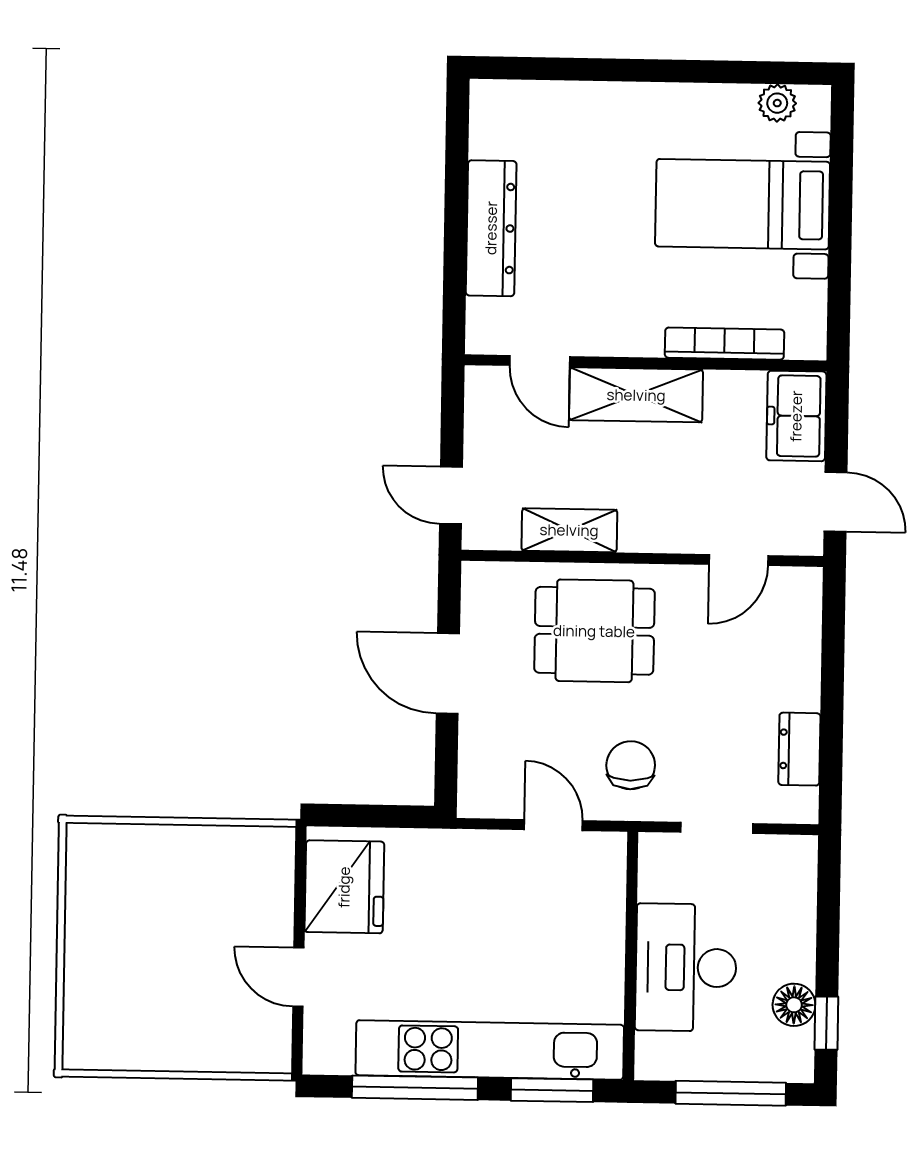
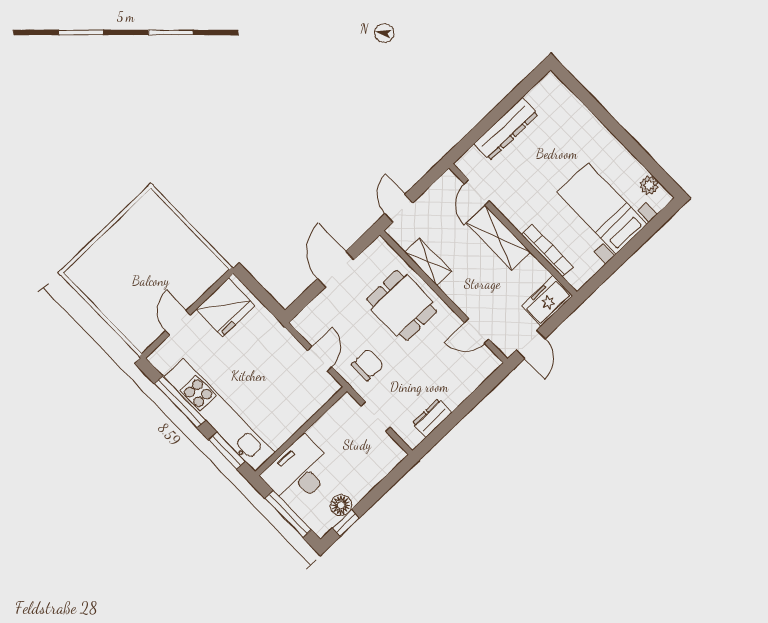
desk: (686, 968) -> (299, 472), moved

